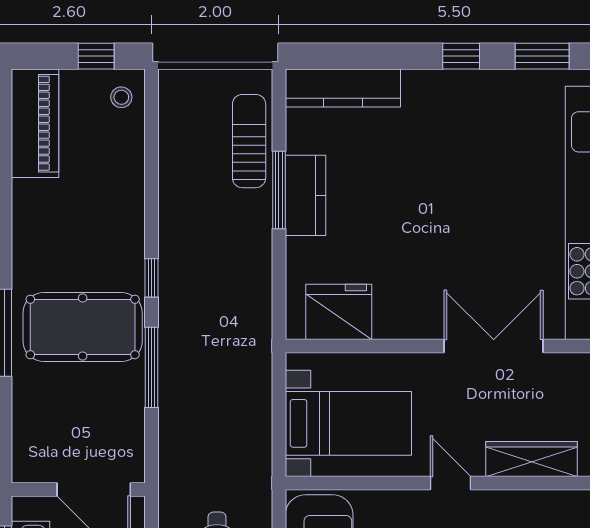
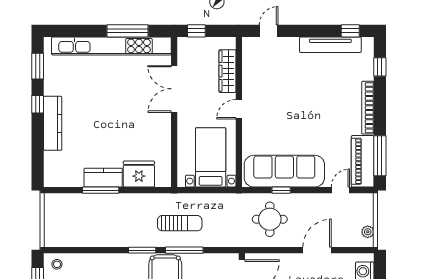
kitchen counter: (343, 88) -> (53, 123), moved
sun lounger: (249, 141) -> (180, 223), moved, turned 180
window: (151, 278) -> (142, 250), width x1.50
fridge: (339, 312) -> (139, 174), moved, turned 90

